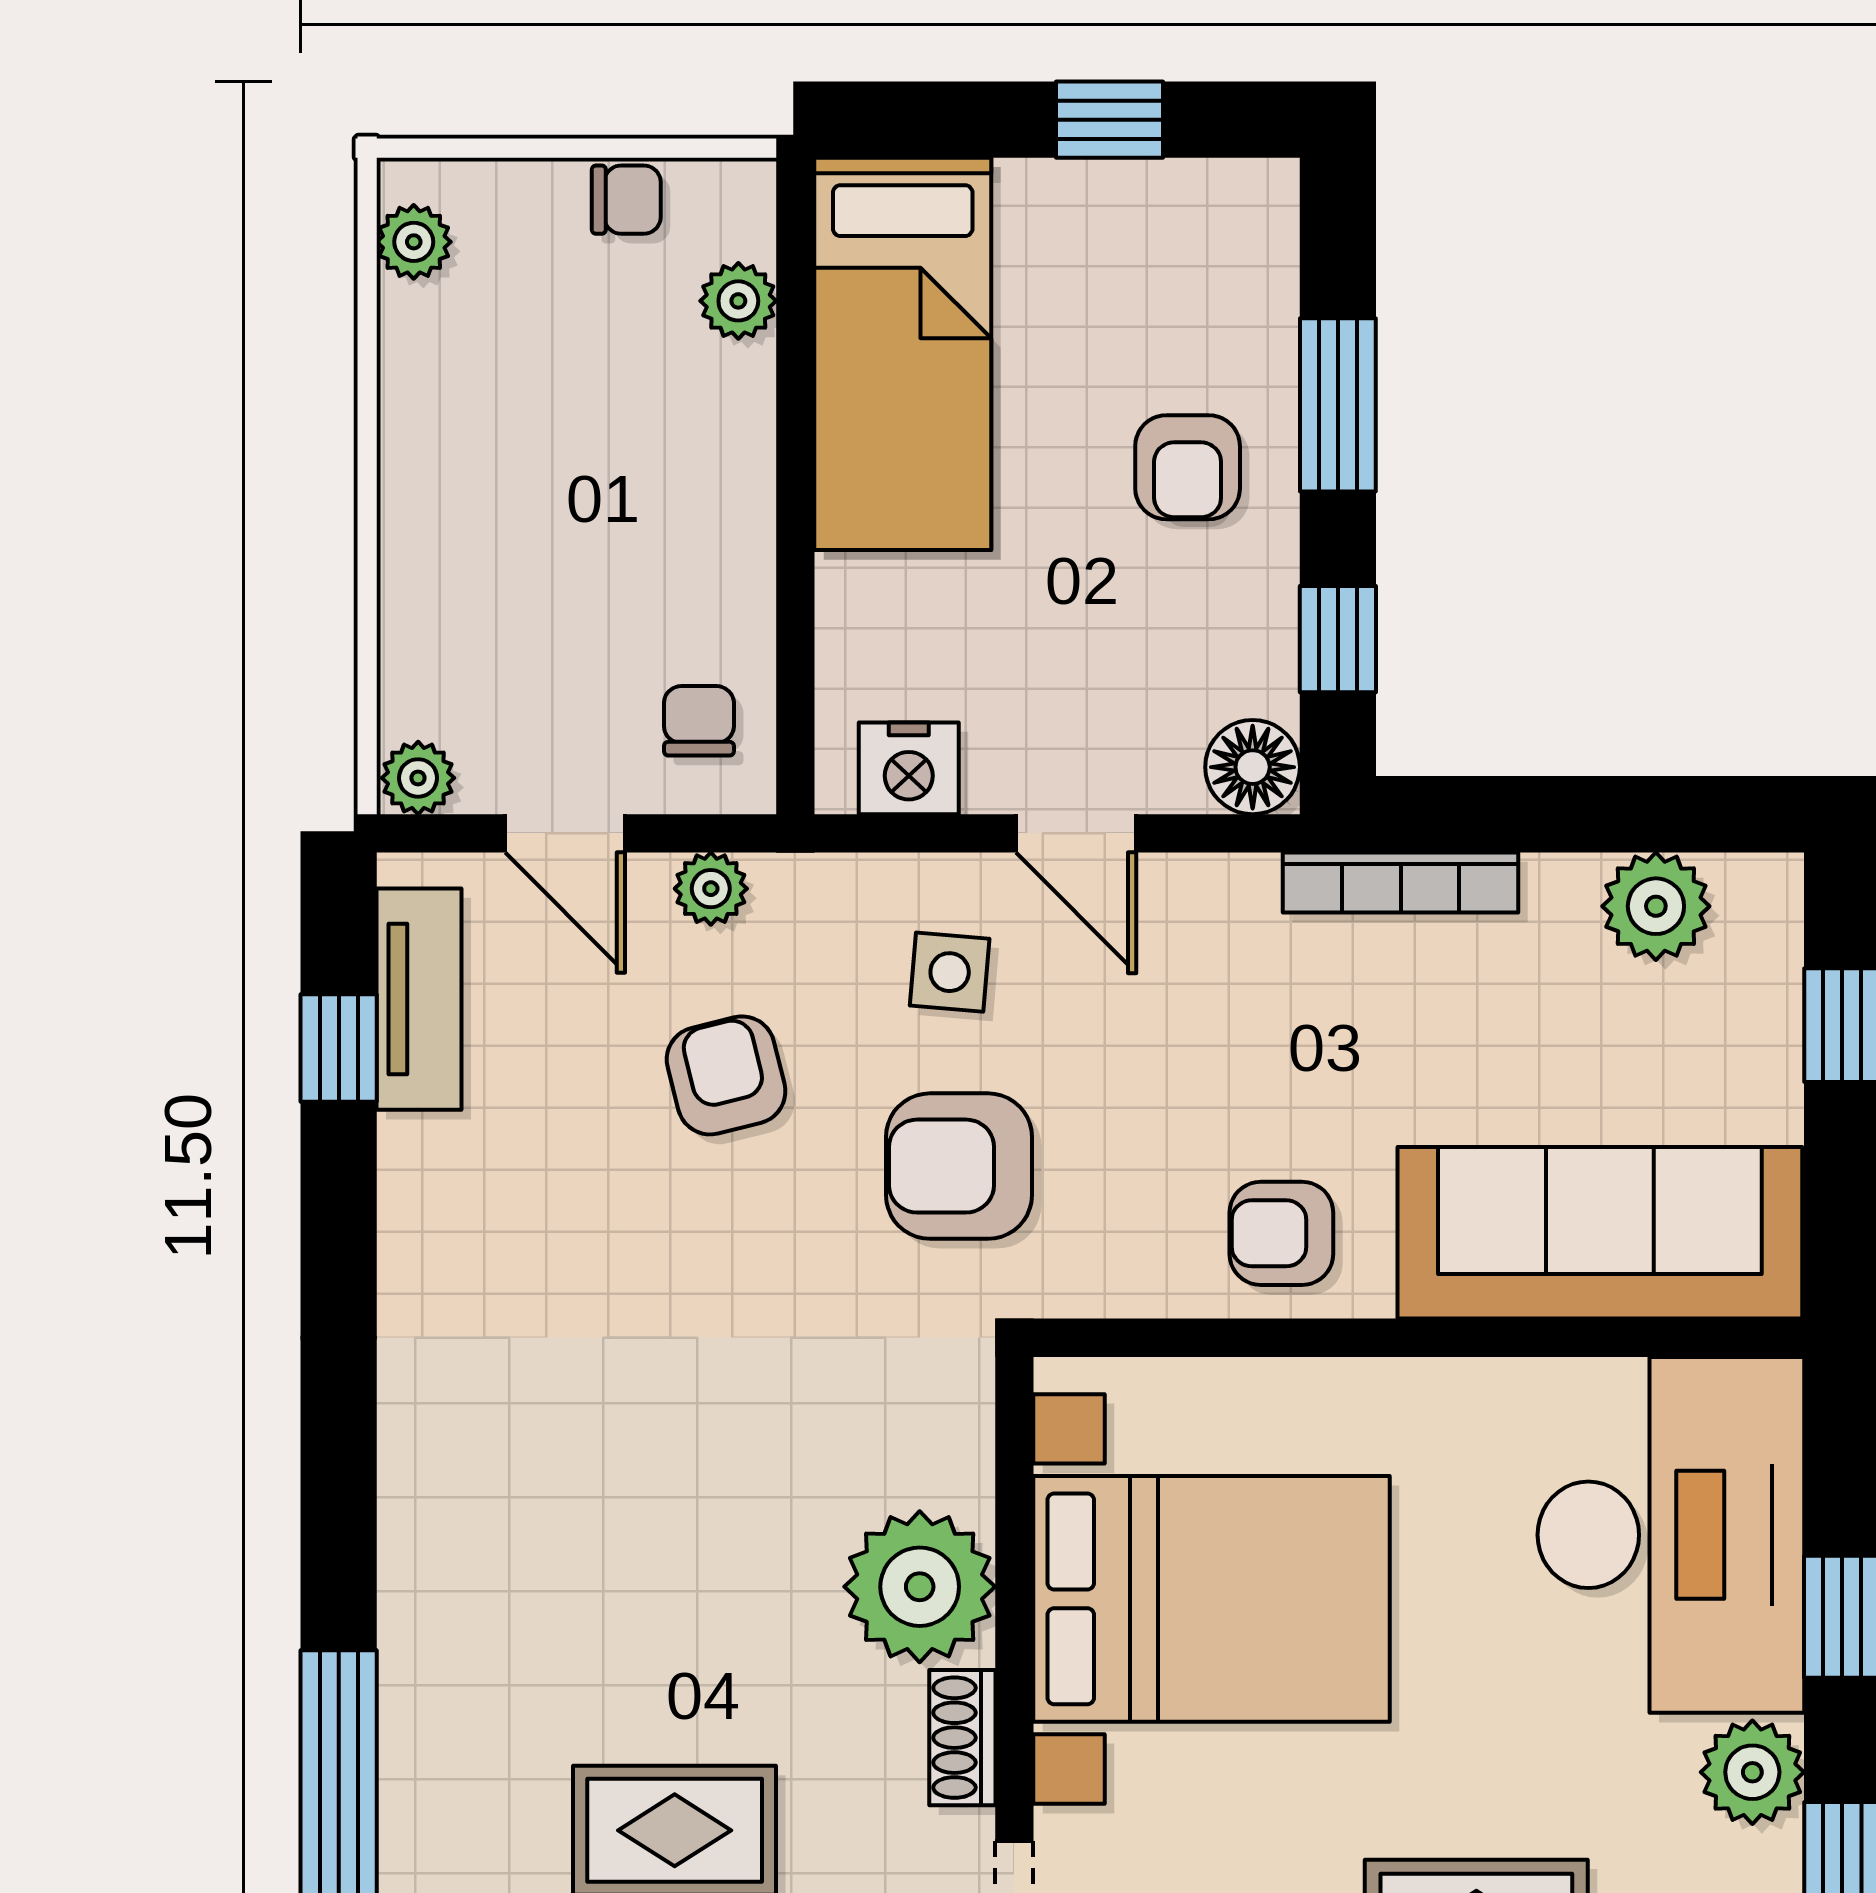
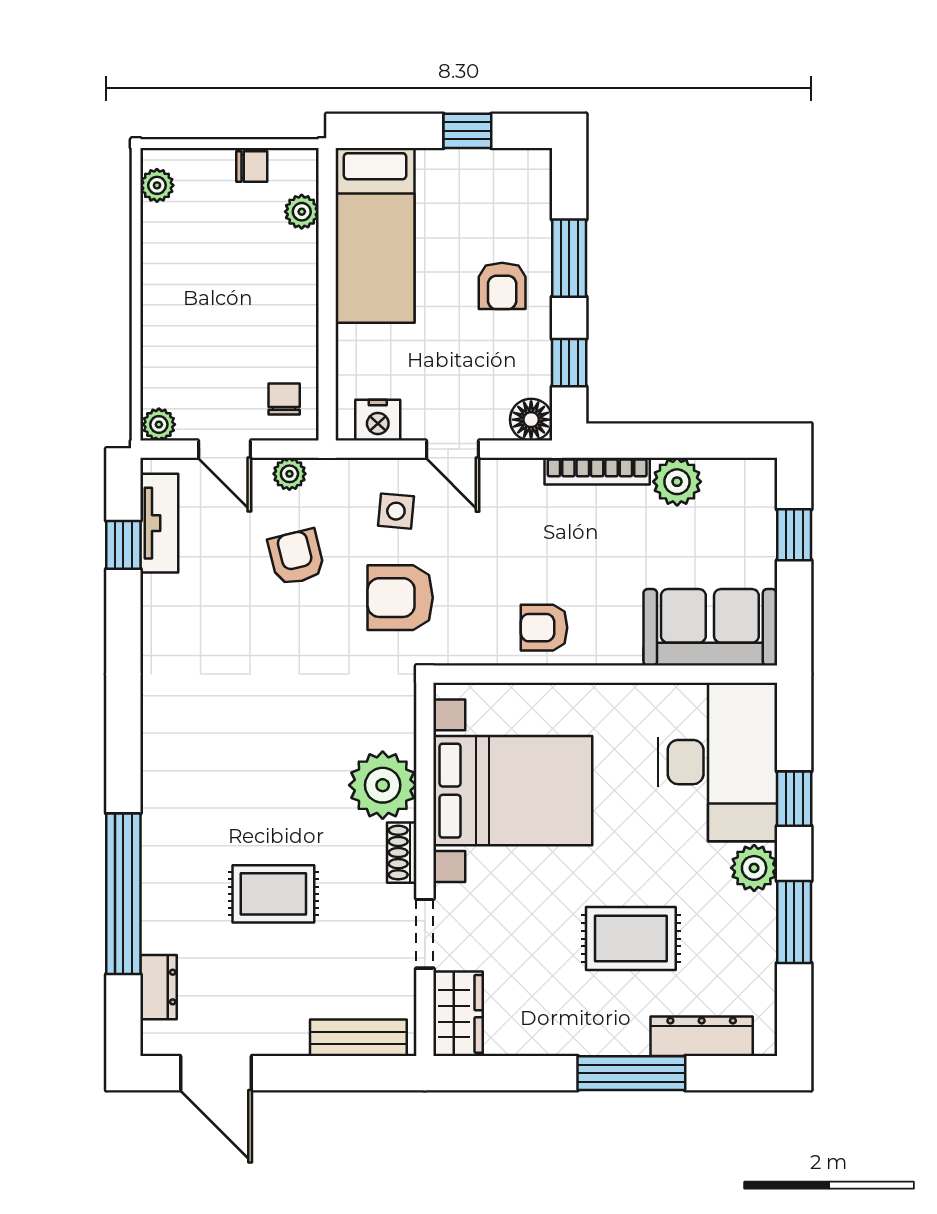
plant: (1656, 906) -> (677, 482), moved
sofa: (1600, 1233) -> (710, 627), width x0.73

